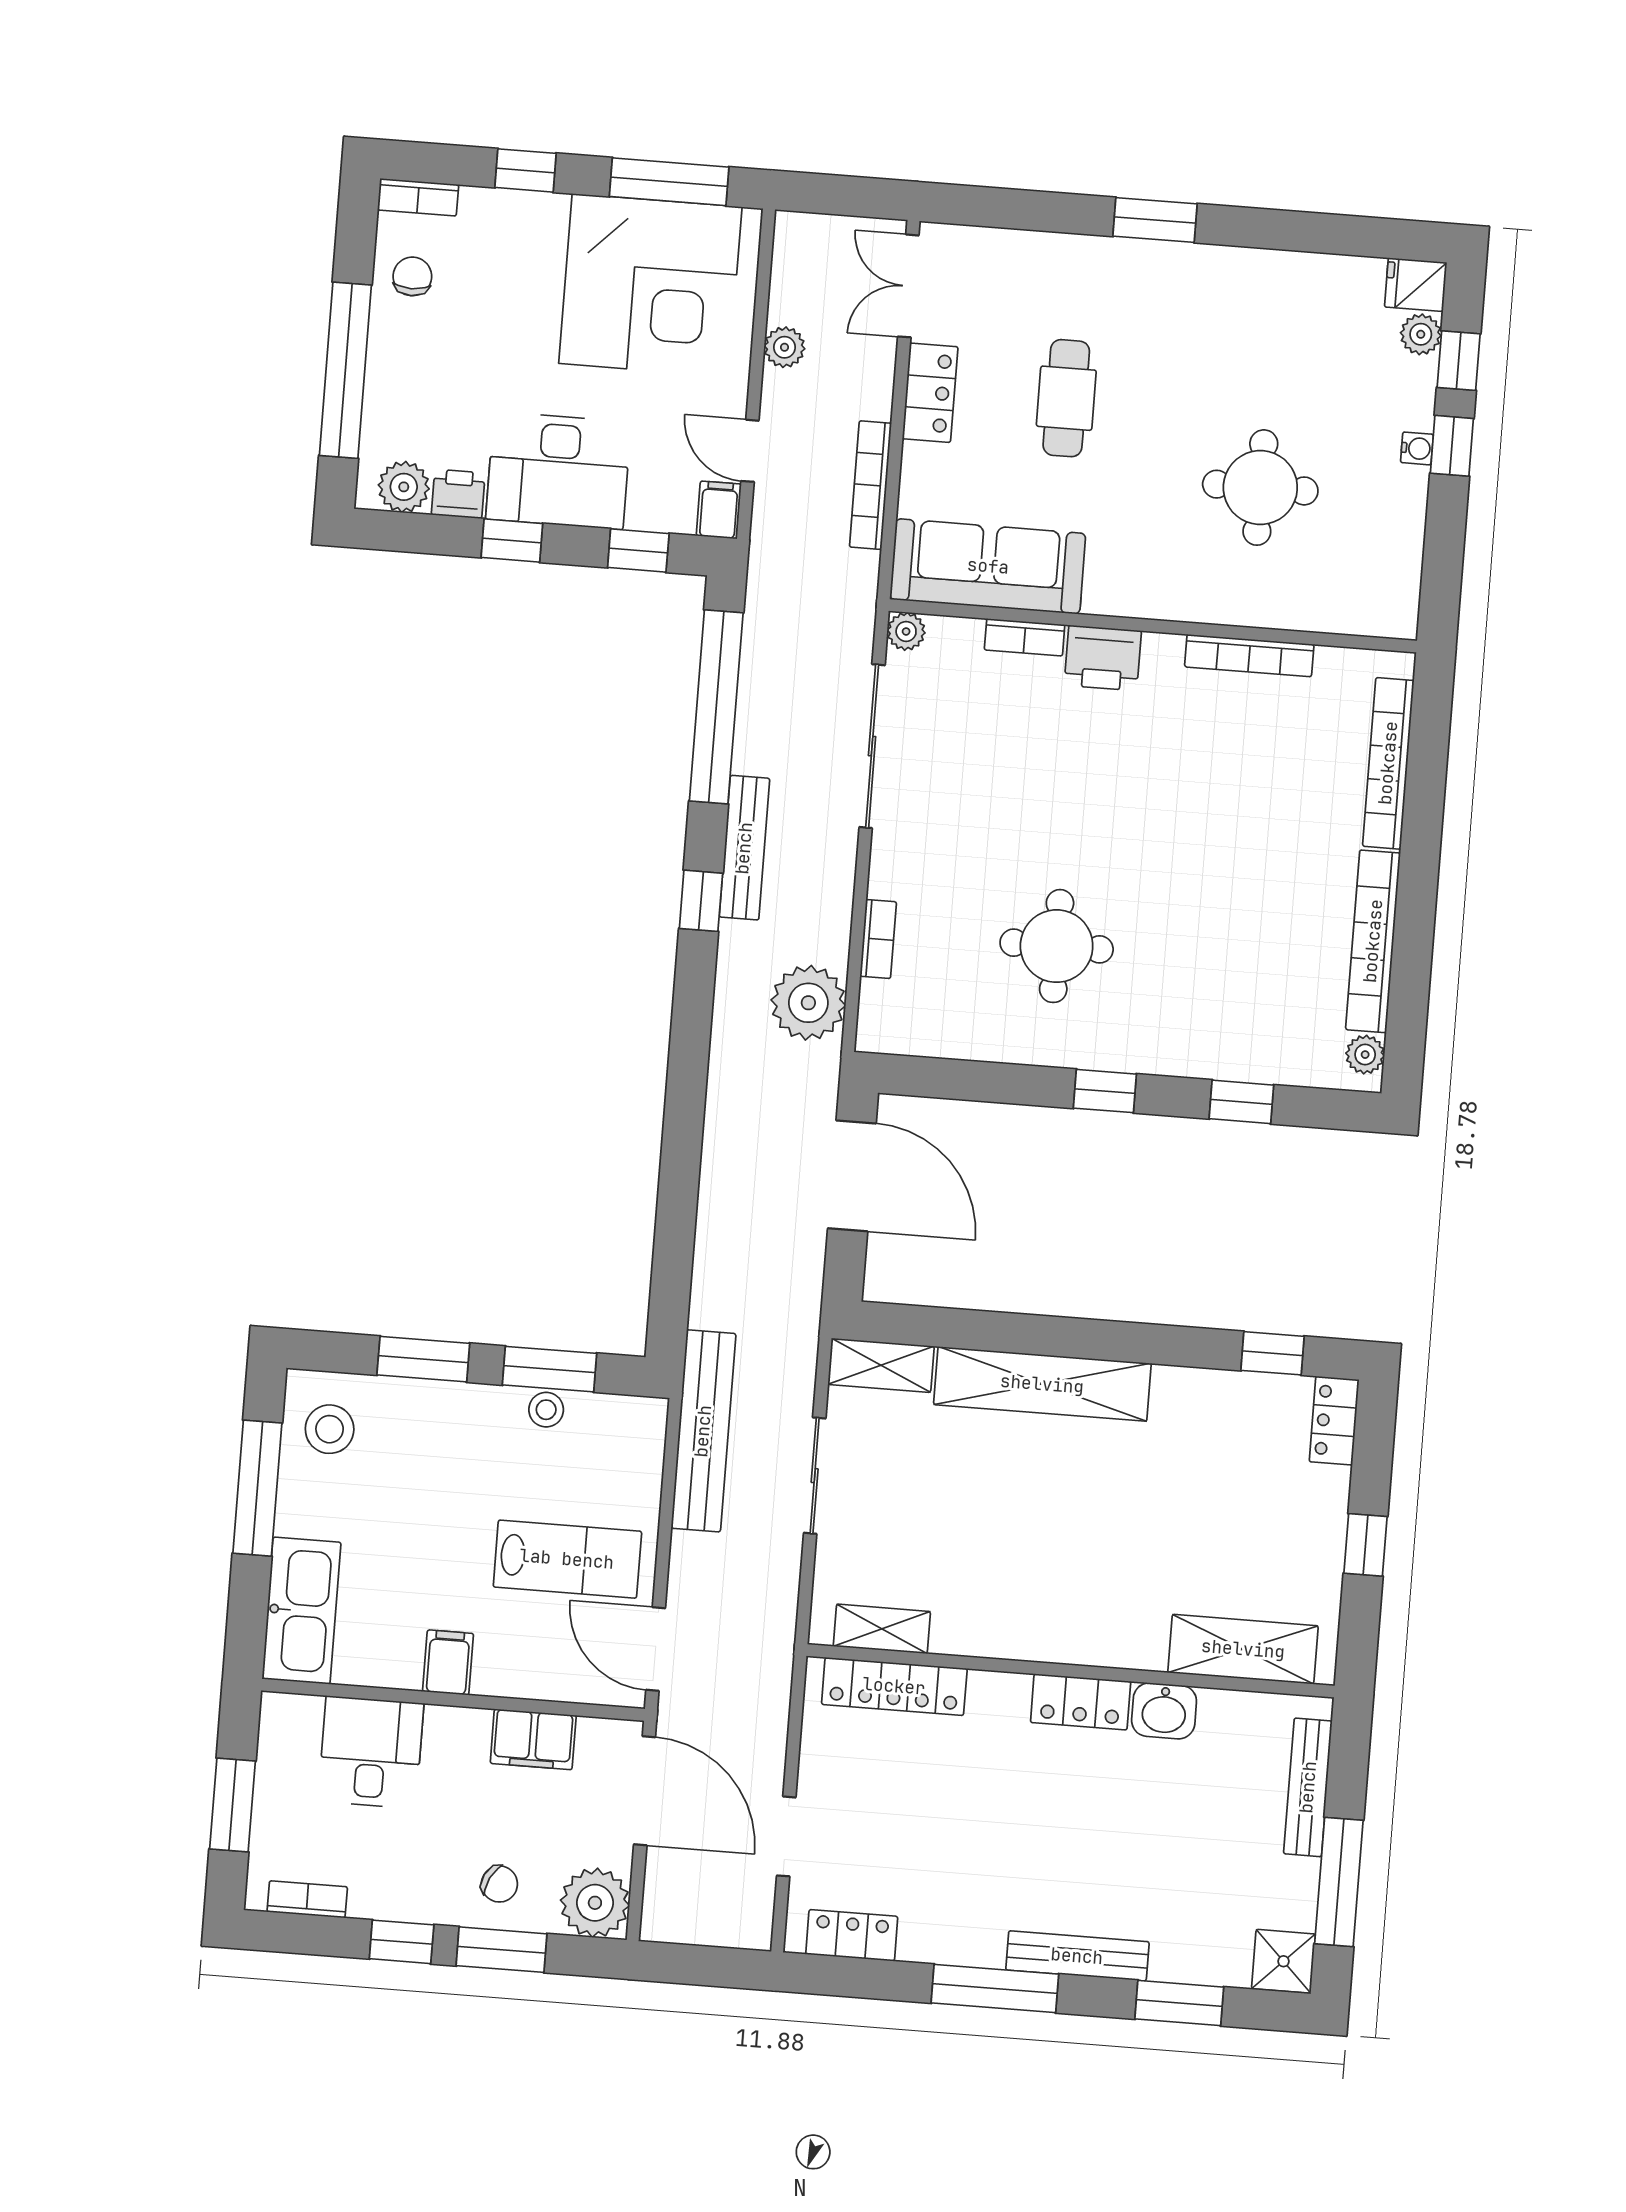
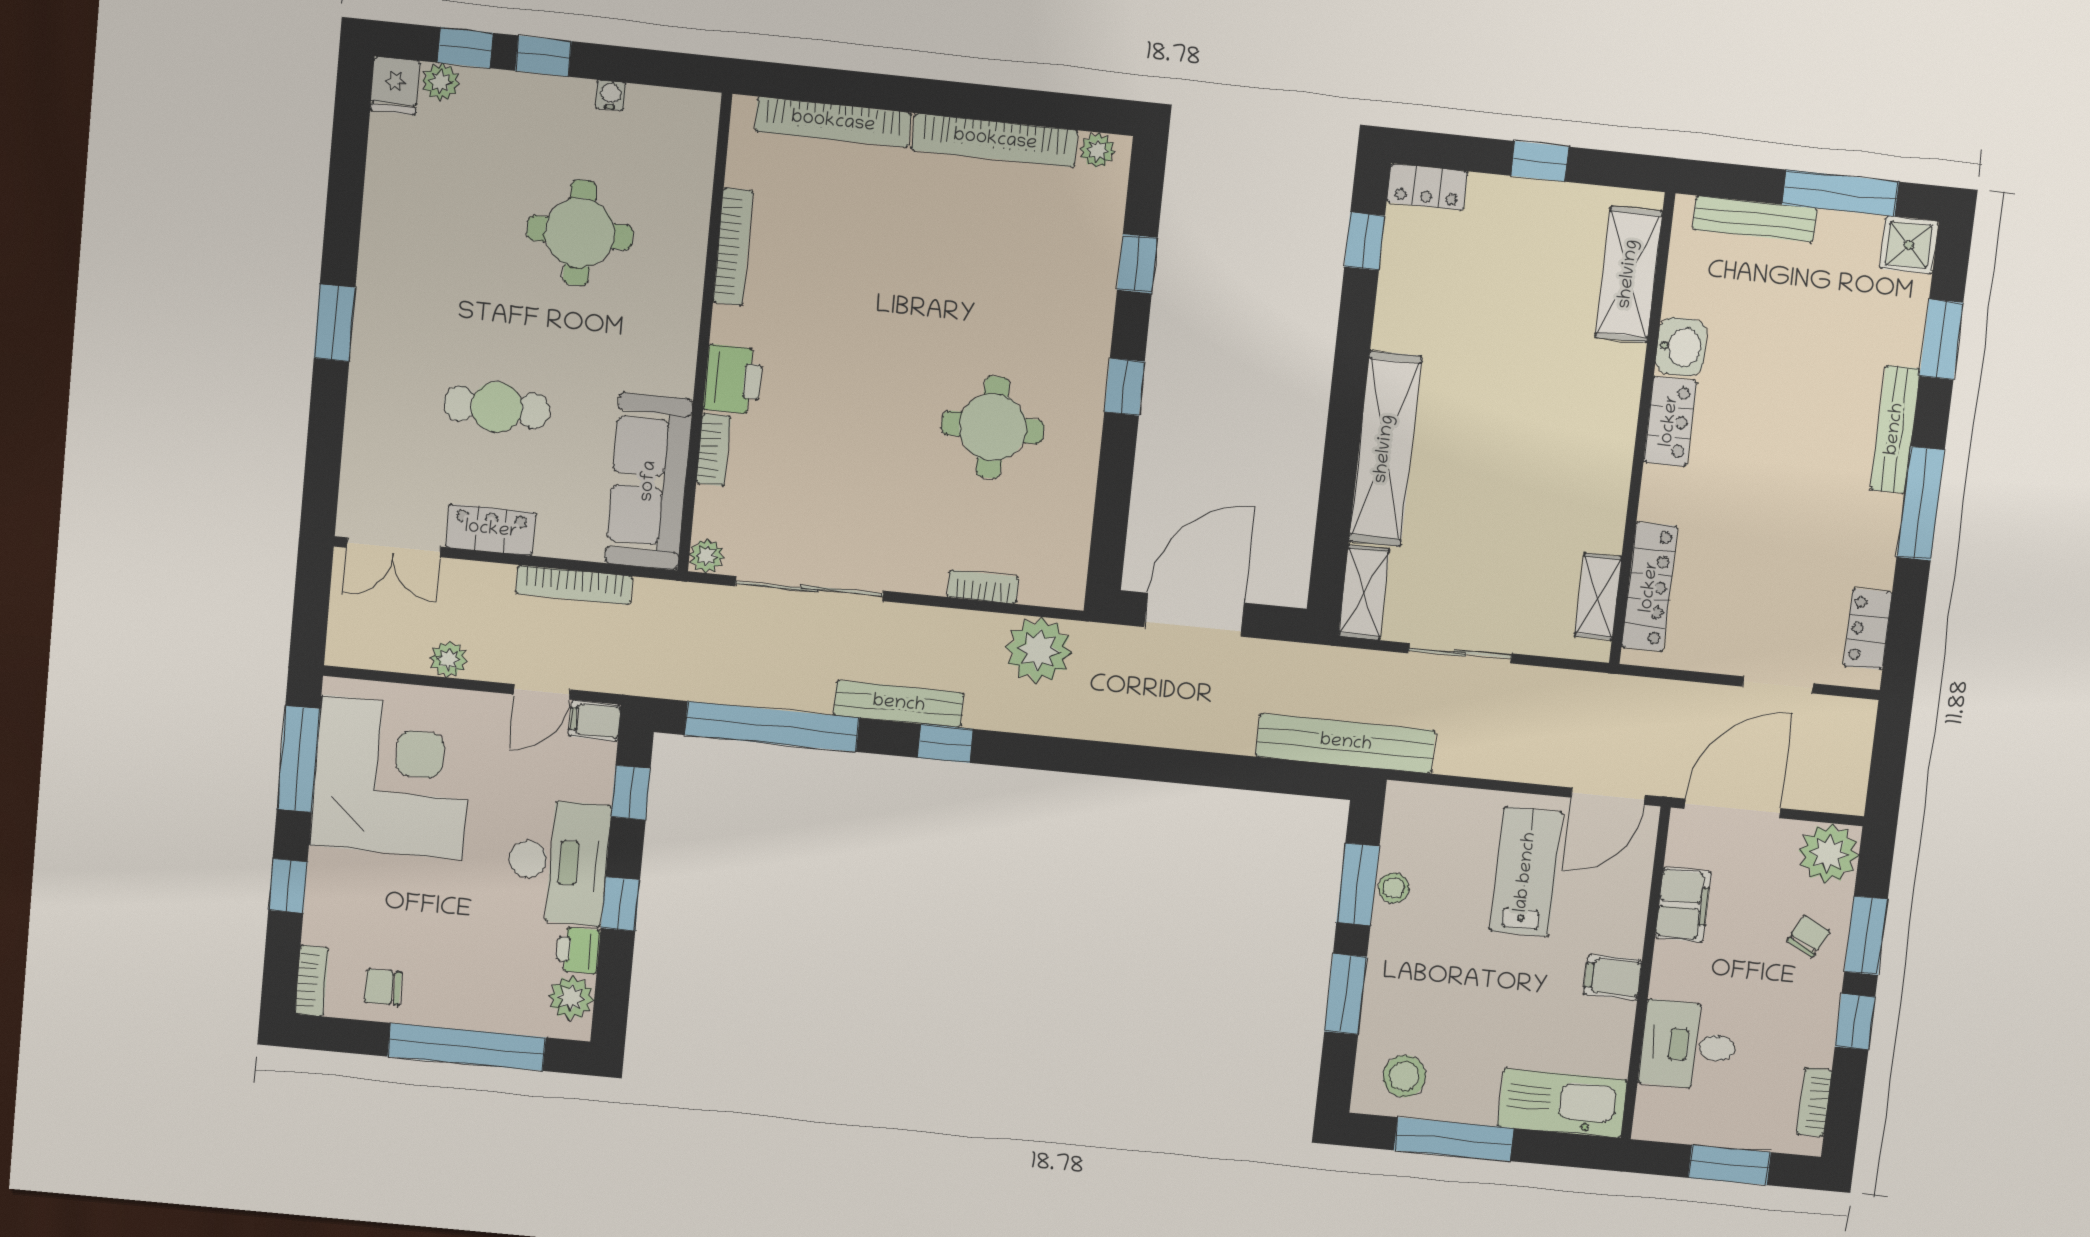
water cooler: (1417, 448) -> (610, 95), moved
bench: (703, 1431) -> (1346, 743), moved

